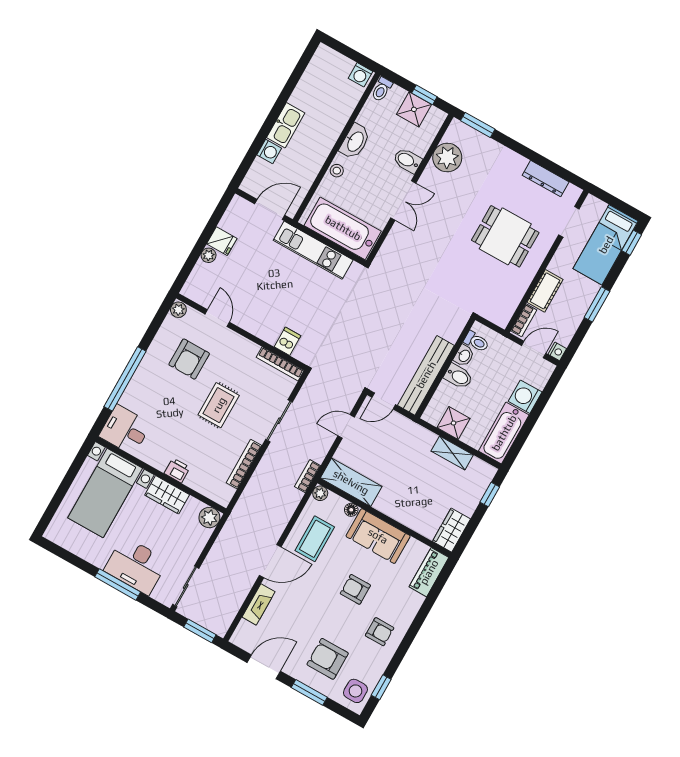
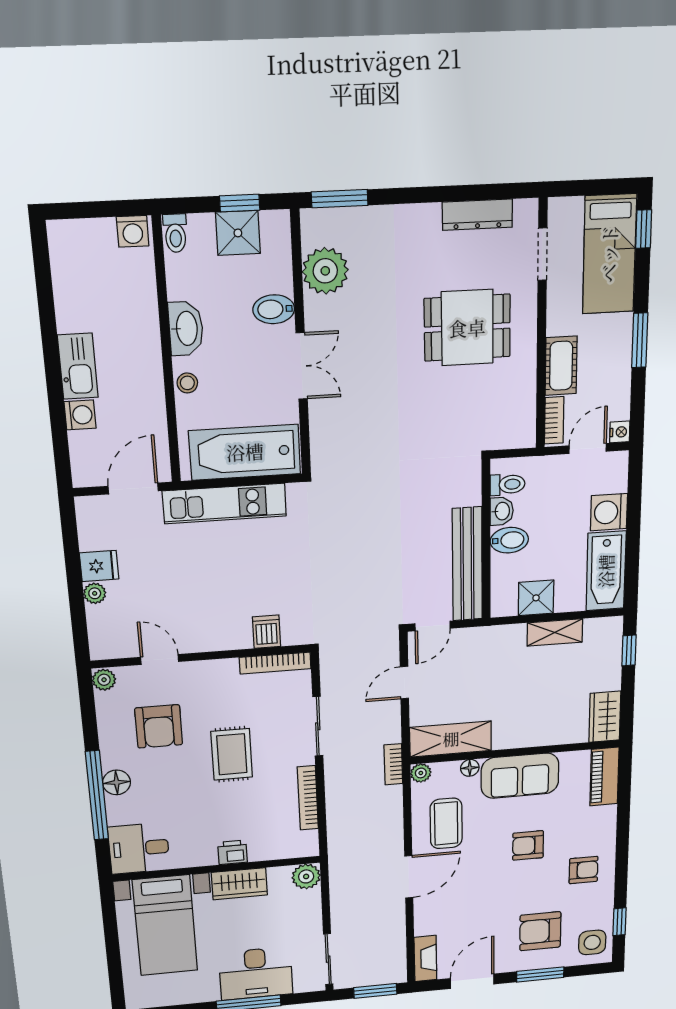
floor lamp: (142, 378) -> (117, 782), added
fireplace: (259, 604) -> (425, 959), moved

